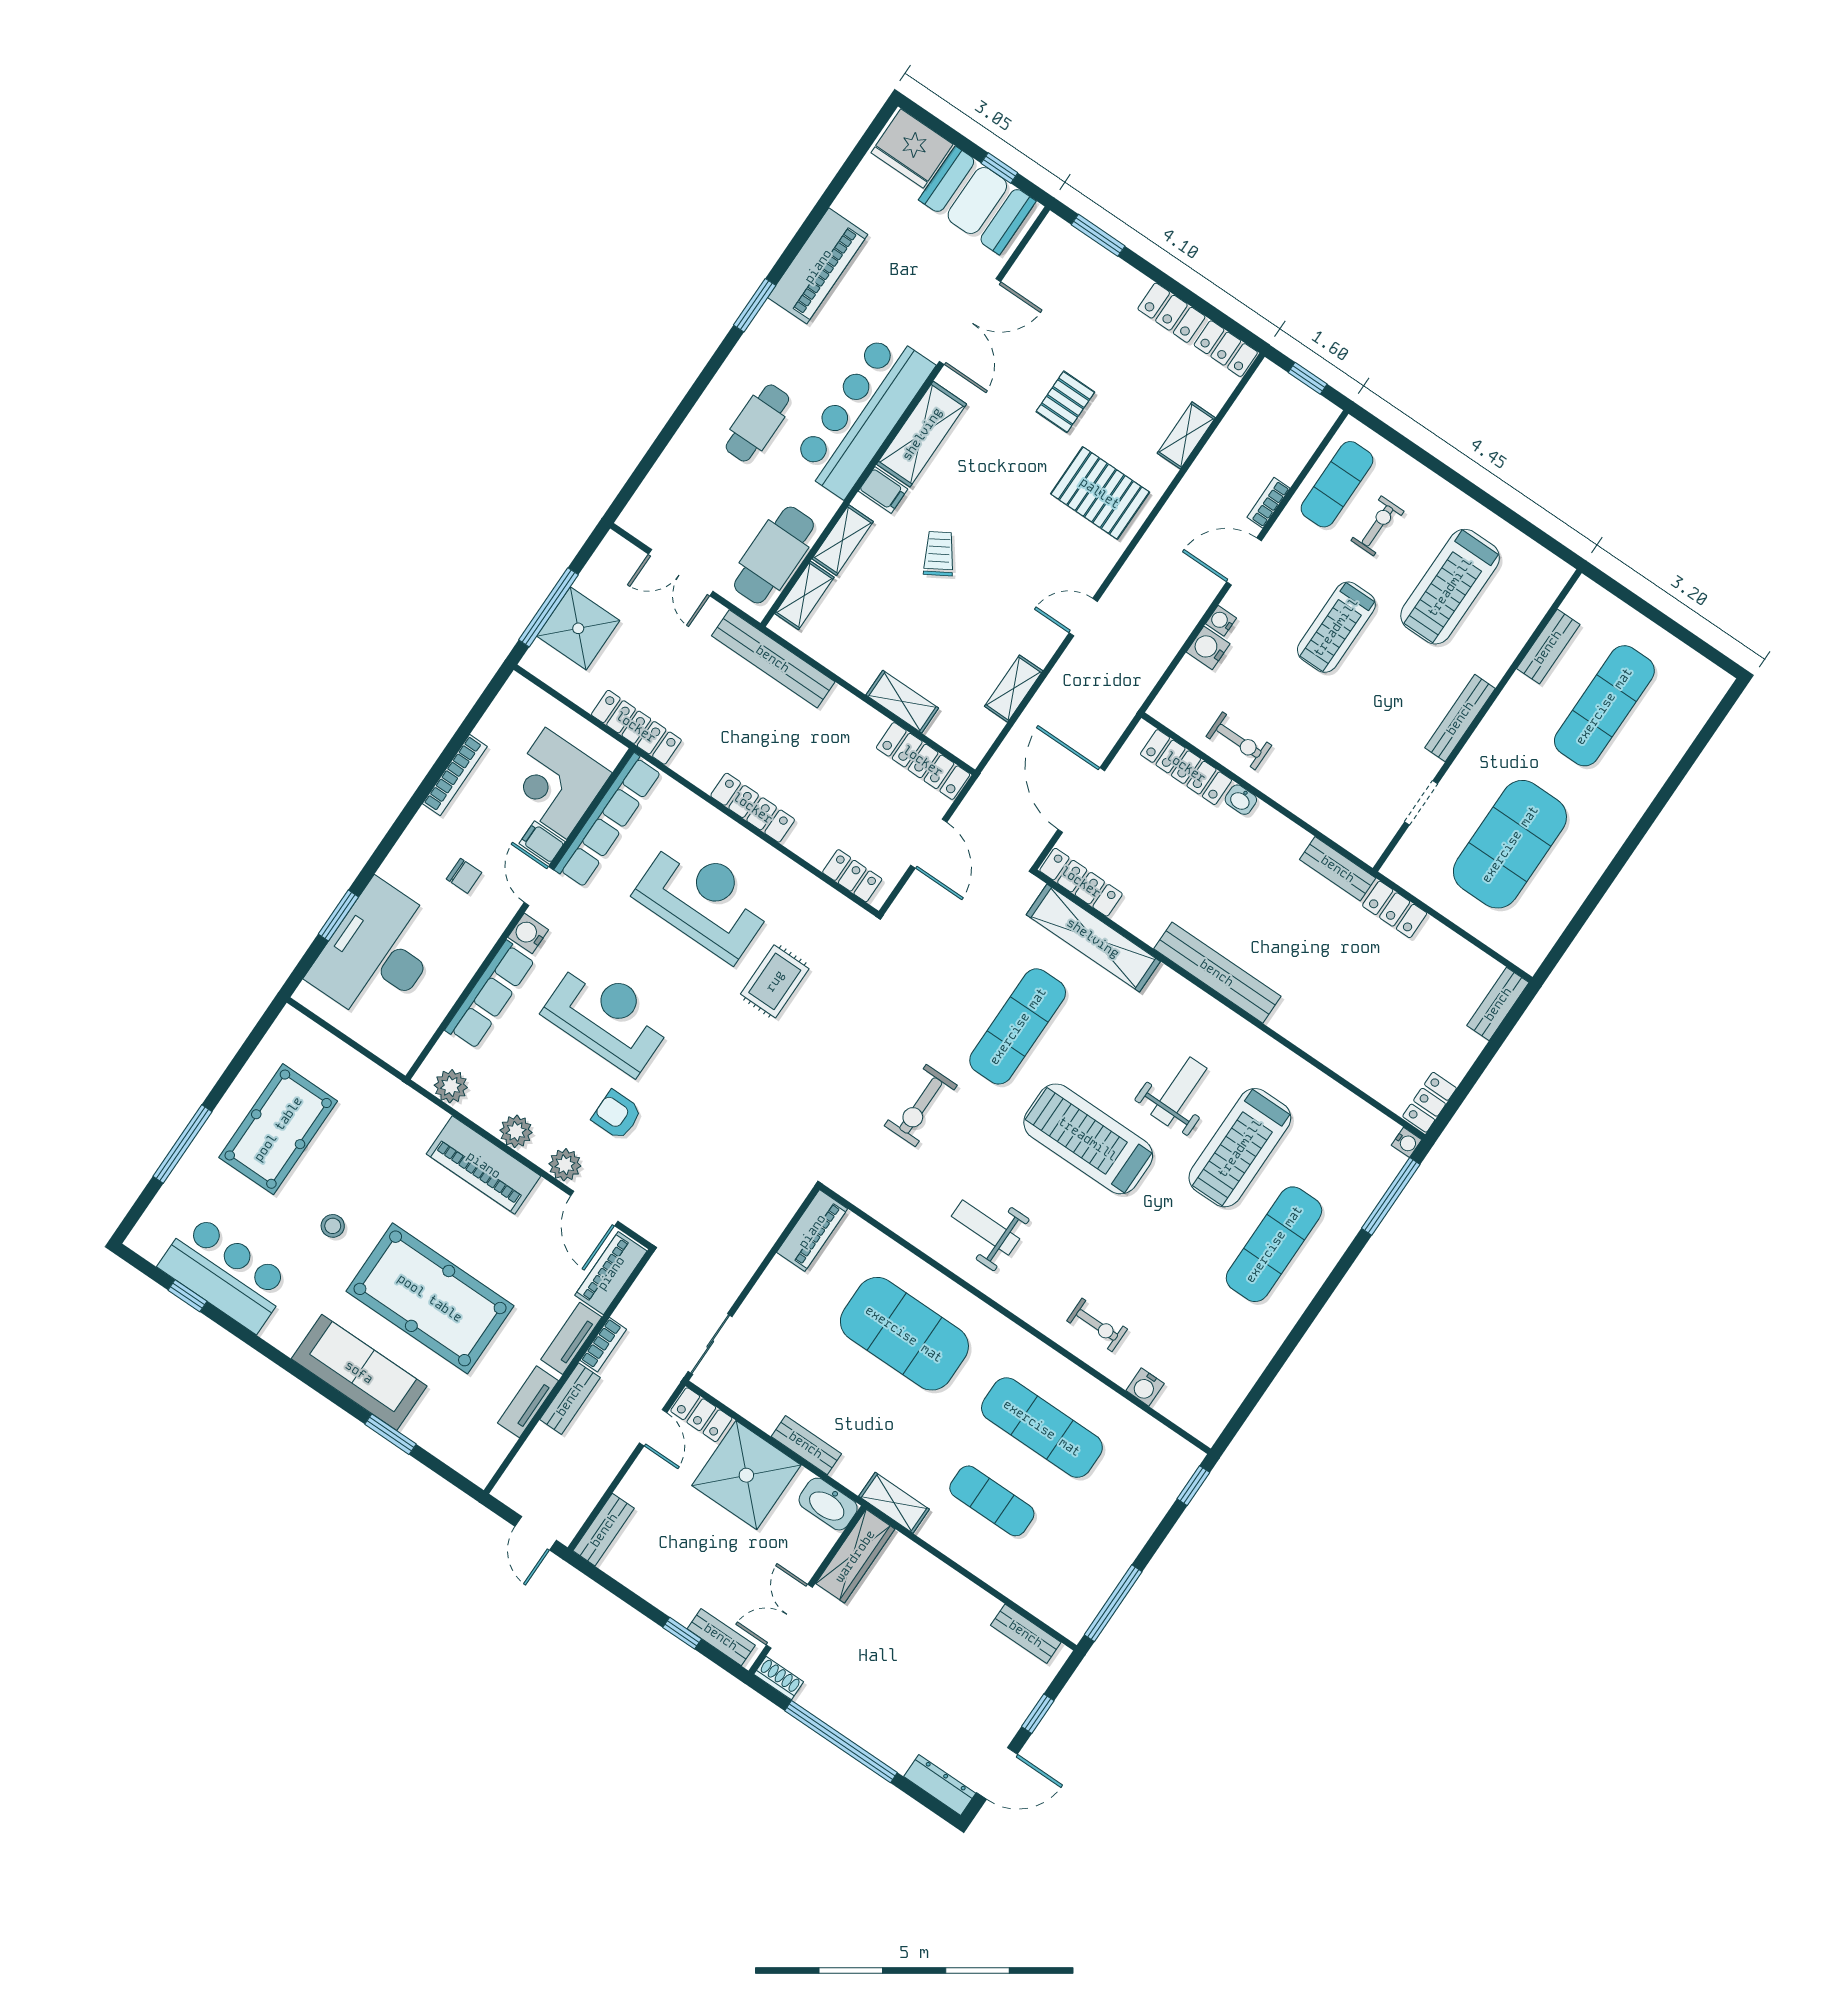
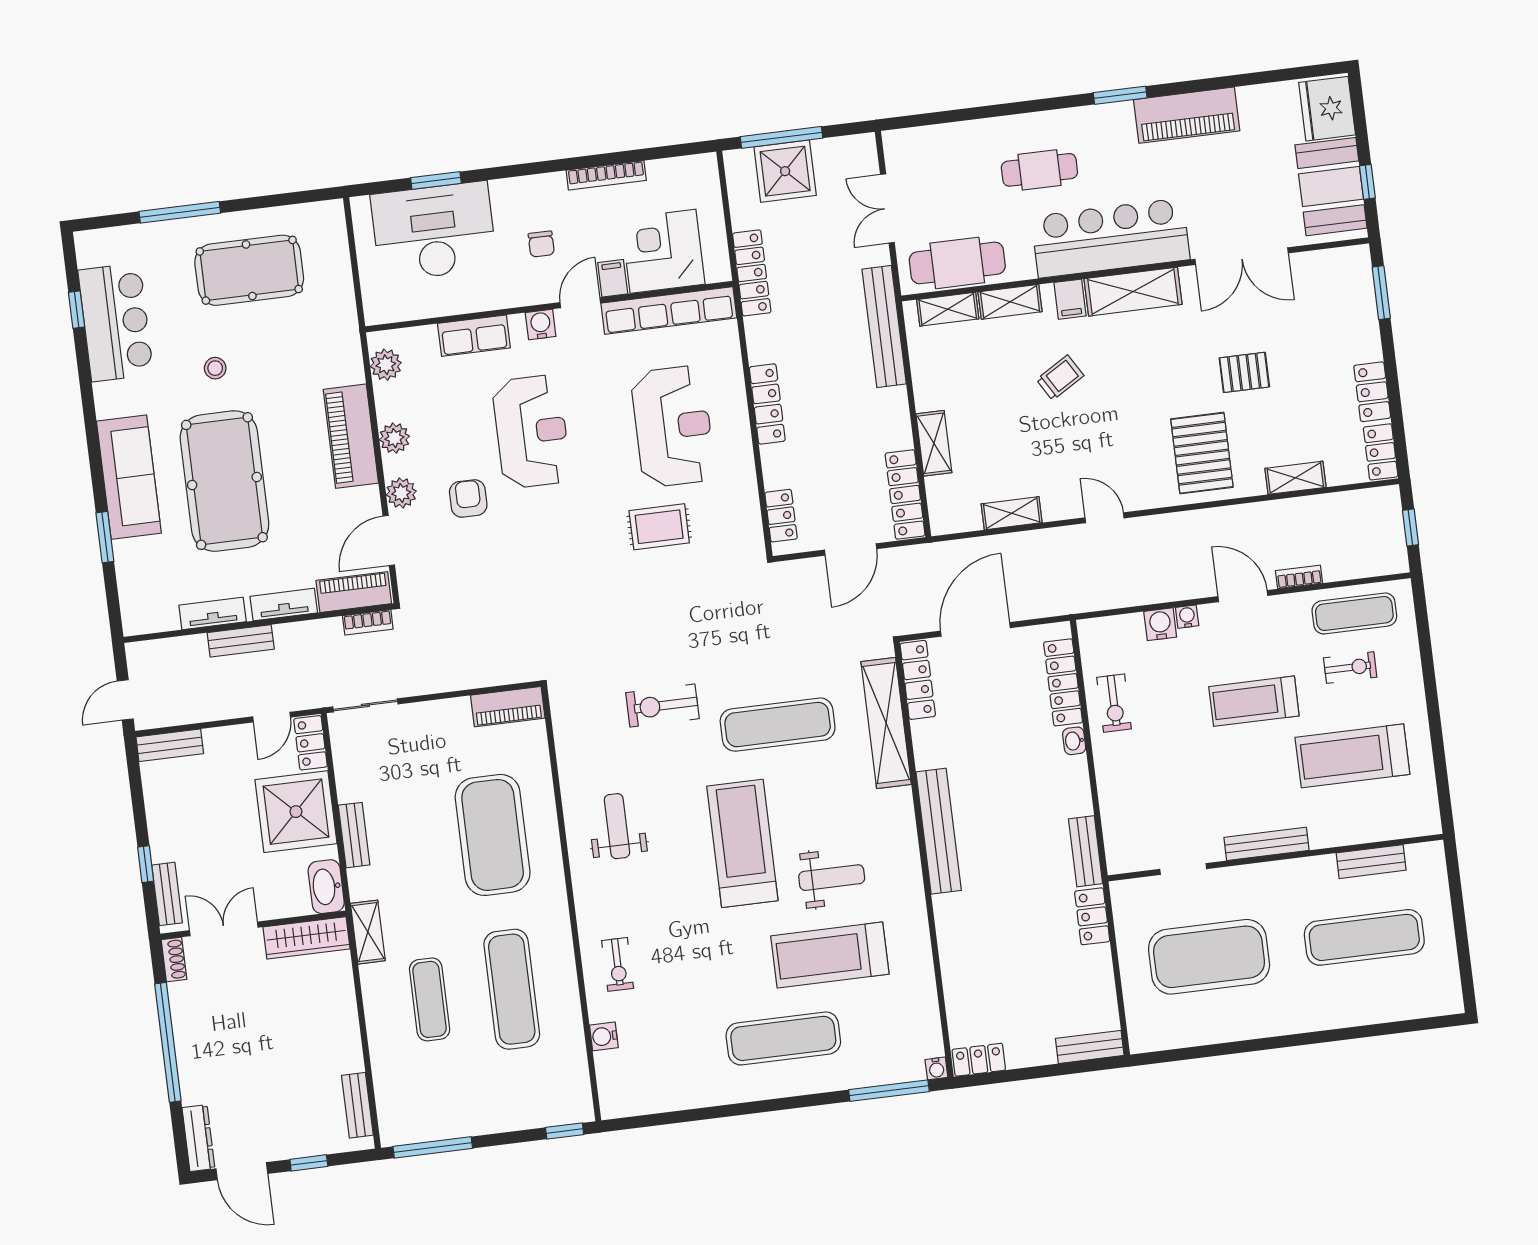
row of seats: (490, 995) -> (474, 336), width x0.68
bookcase: (603, 1345) -> (368, 622), moved

